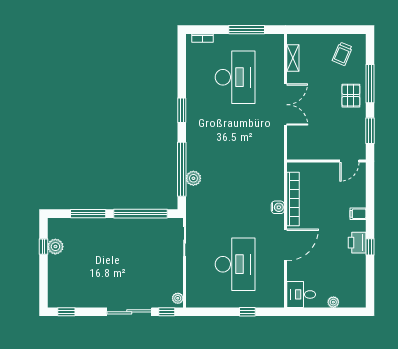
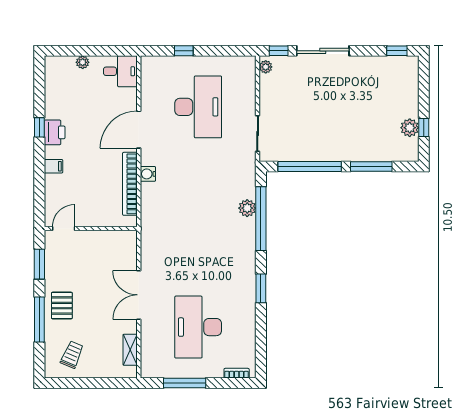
desk: (235, 264) -> (198, 107), turned 180

